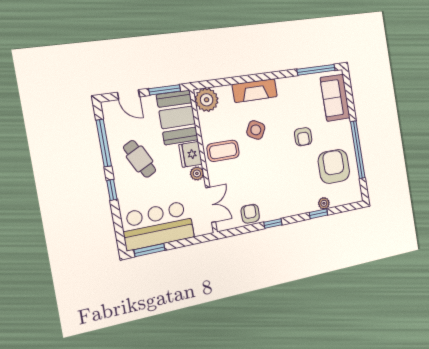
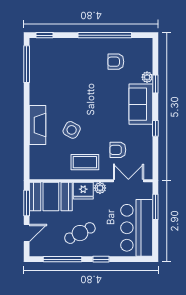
window: (348, 85) -> (45, 35), added
sofa: (335, 98) -> (141, 104), moved, turned 90
plant: (207, 100) -> (40, 169), removed
armchair: (303, 137) -> (84, 87), removed
coffee table: (223, 151) -> (85, 162), turned 90
armchair: (334, 166) -> (116, 62), width x0.53, depth x0.53
armchair: (250, 214) -> (118, 150), moved
window: (150, 250) -> (155, 207), moved

